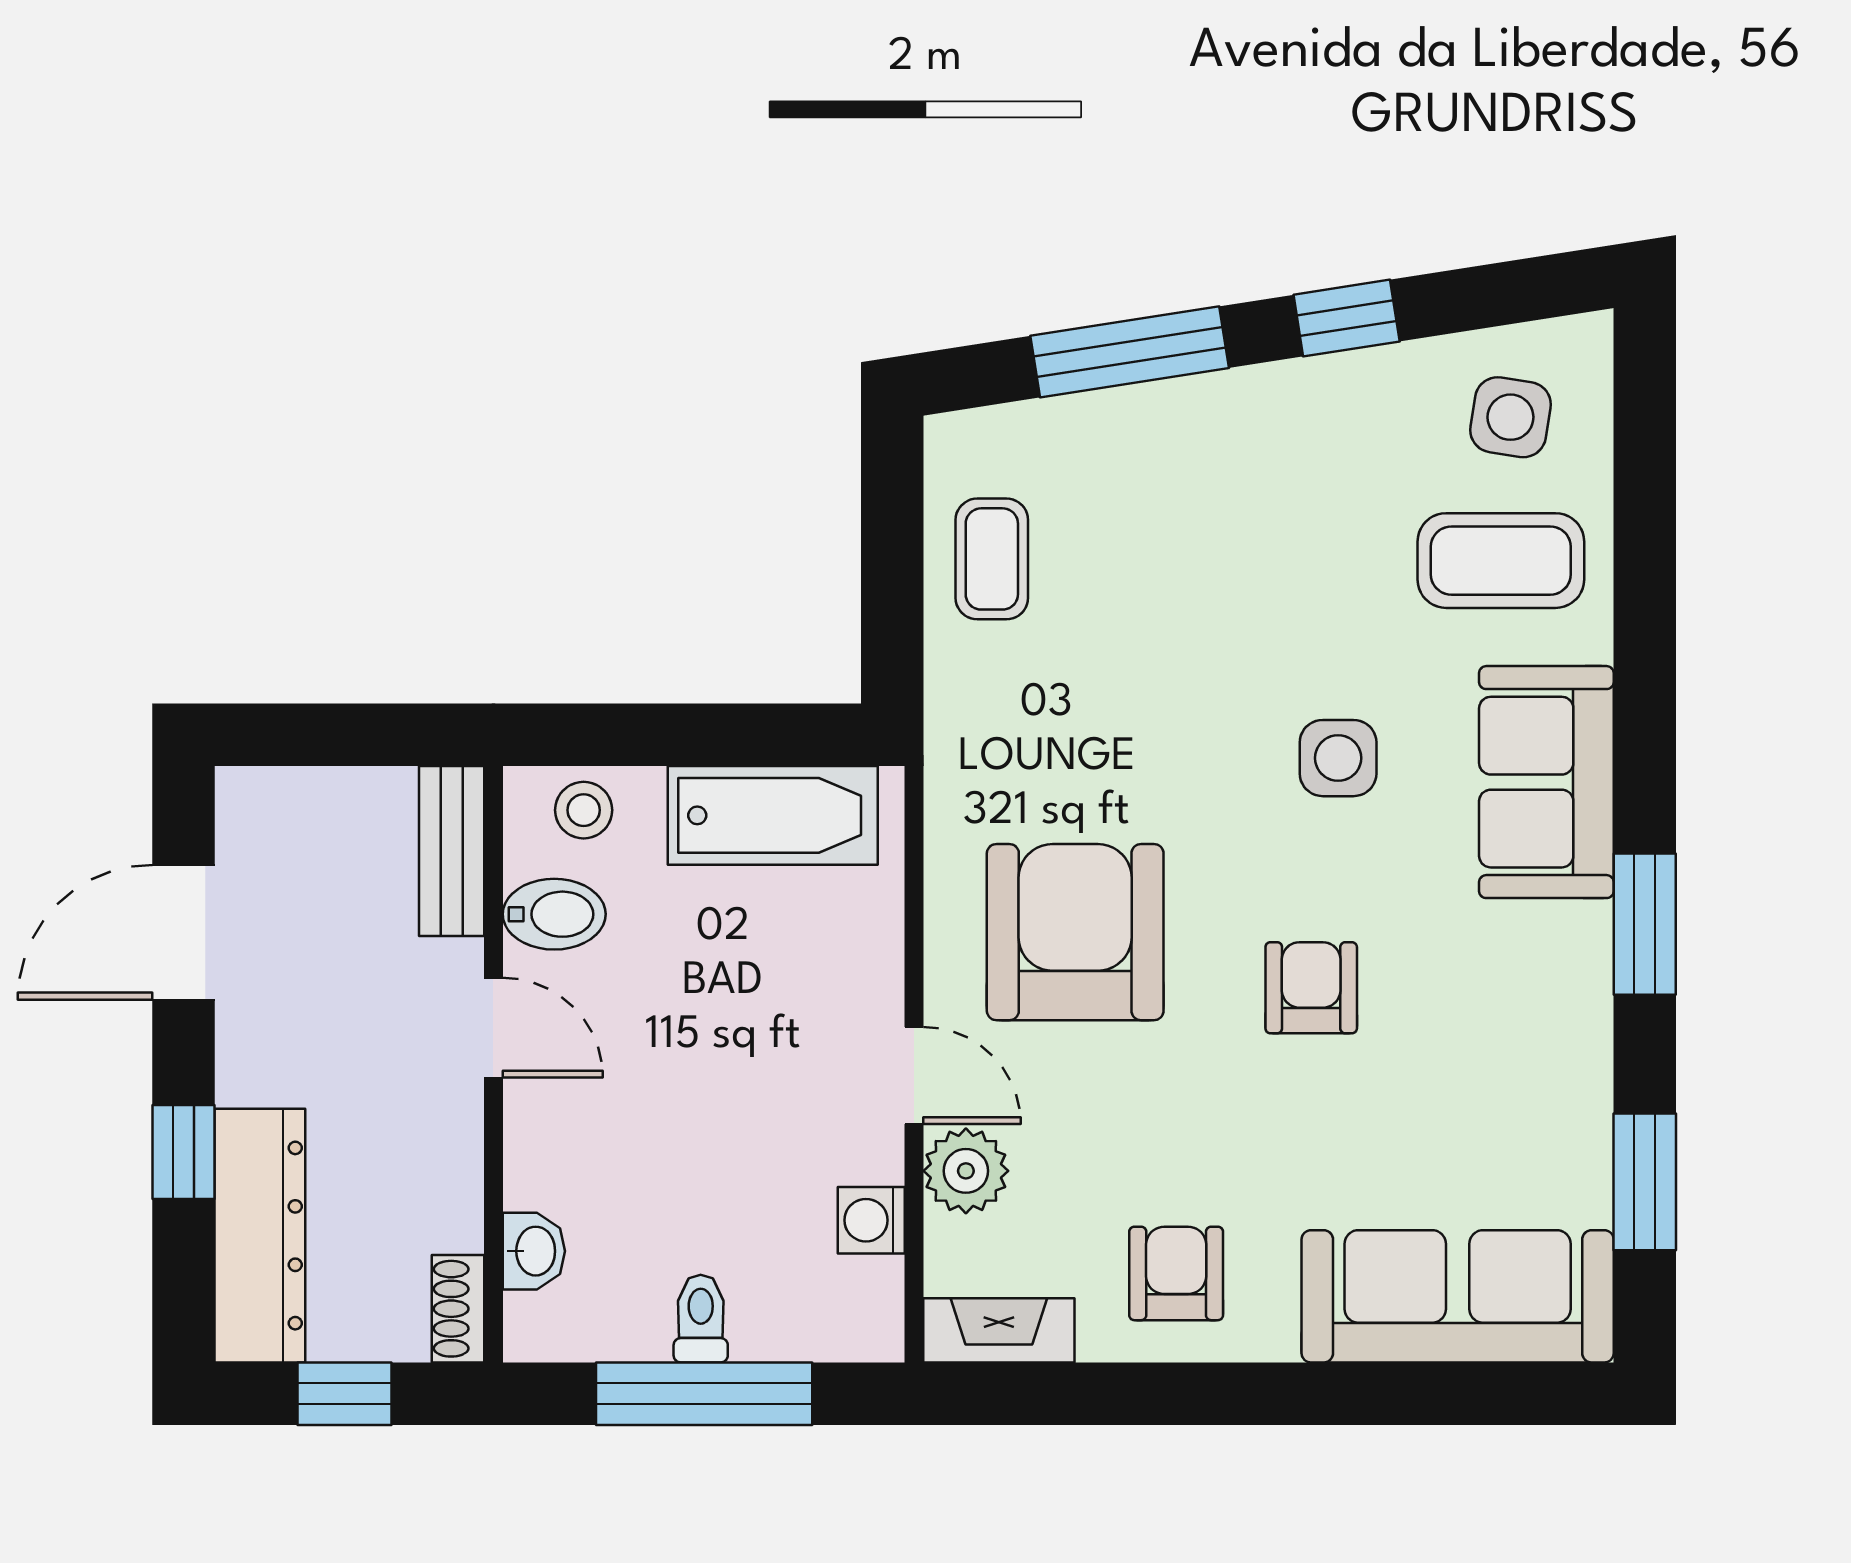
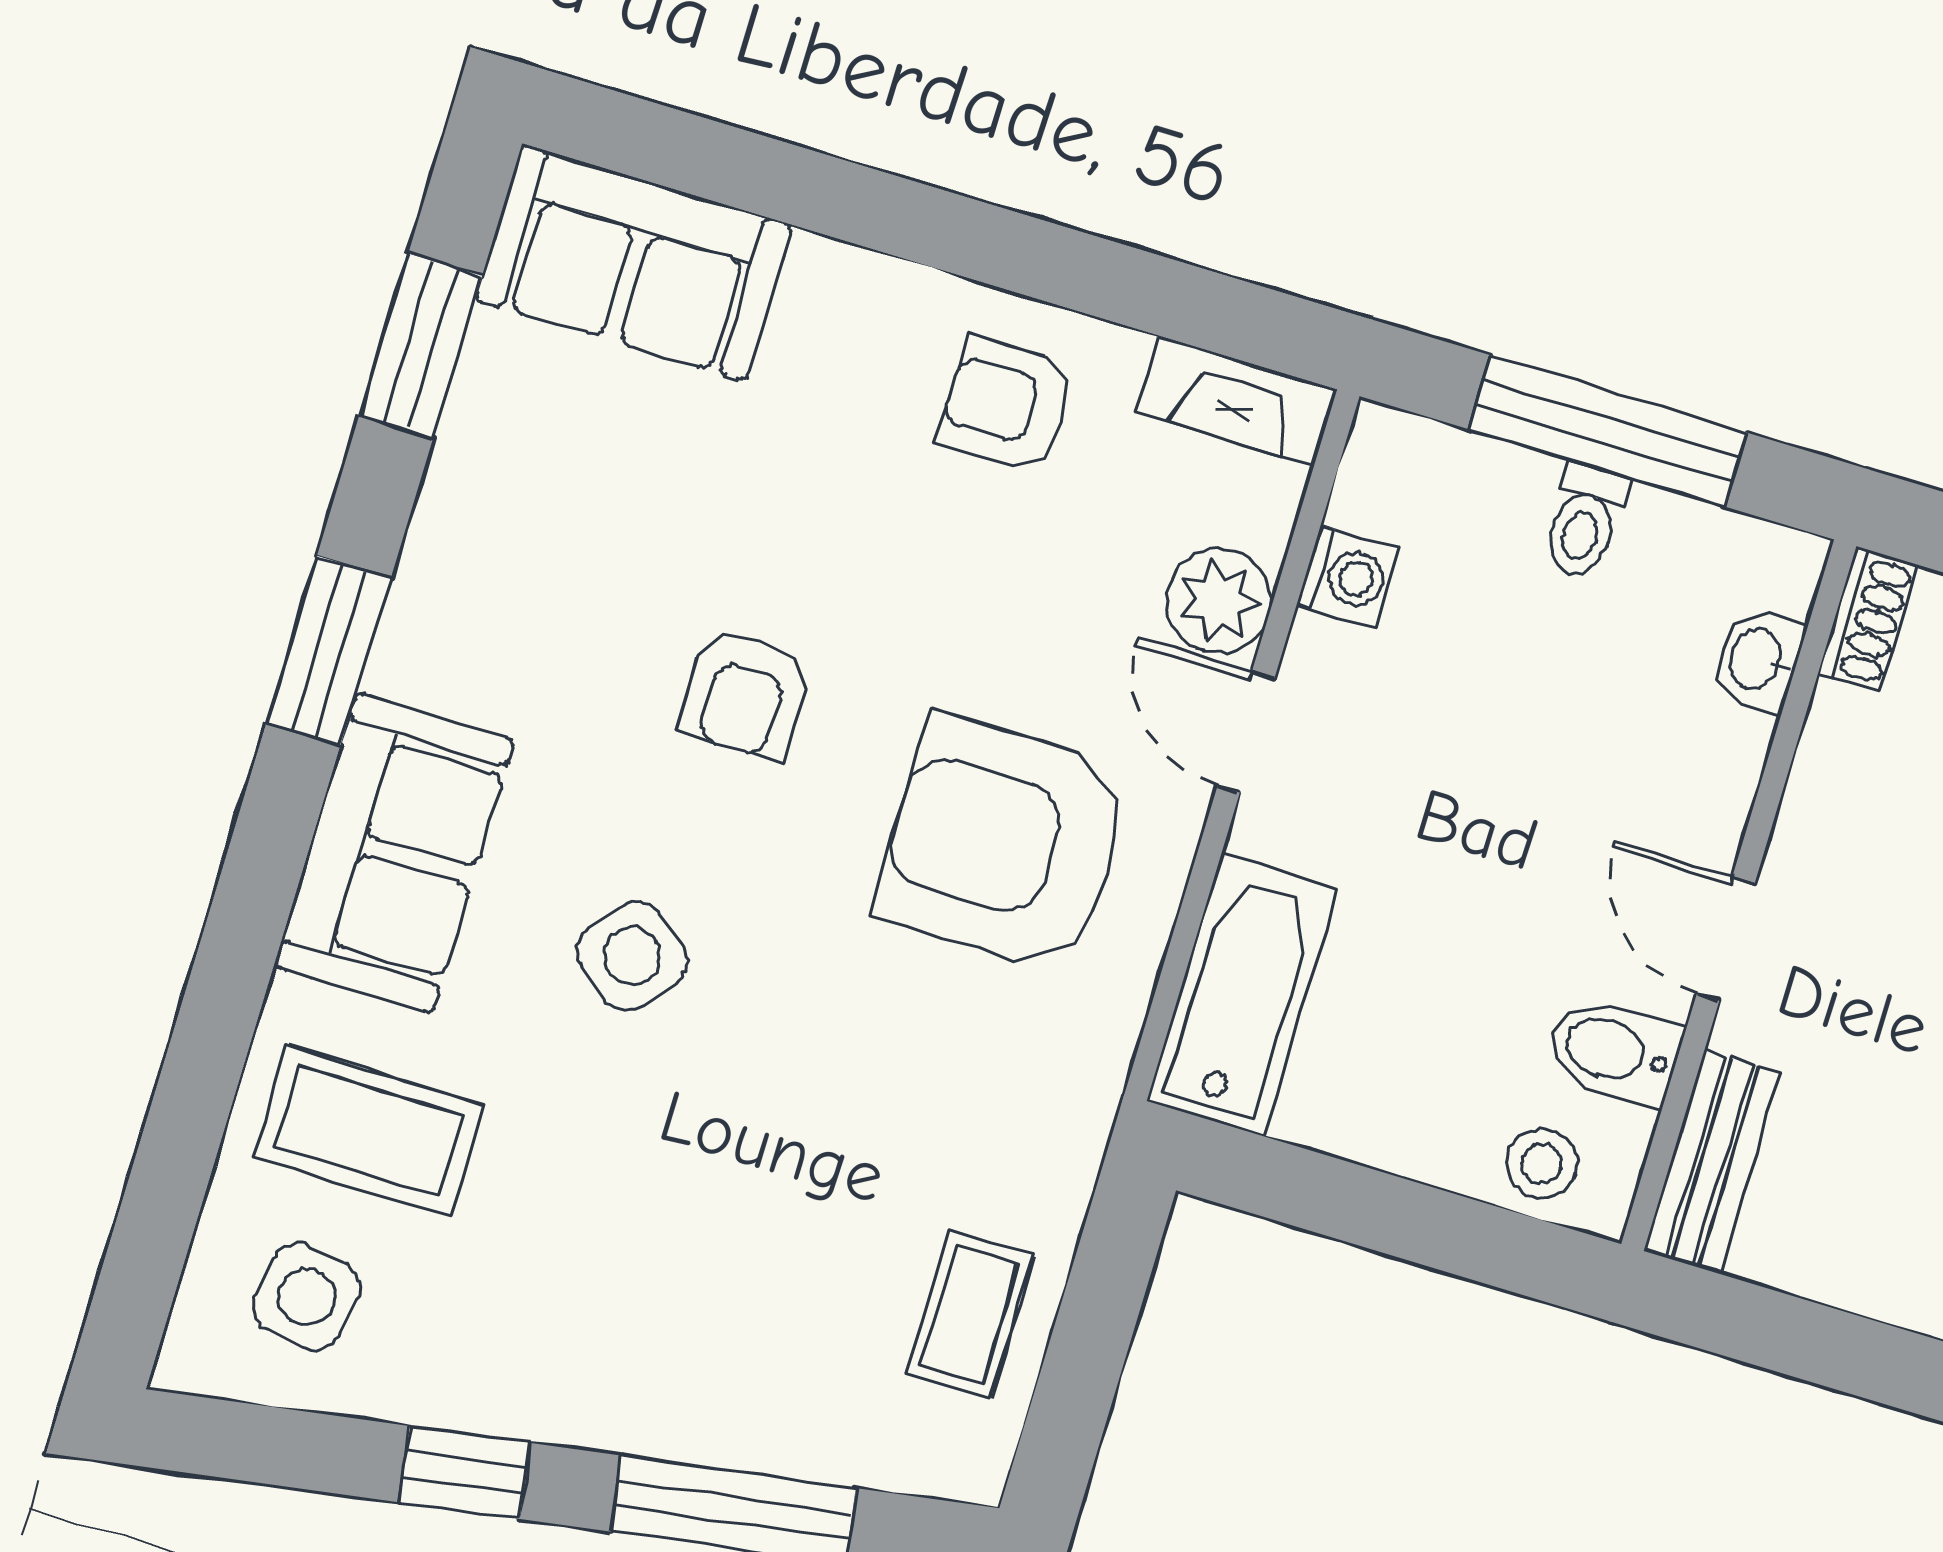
side table: (1338, 758) -> (632, 956), turned 38
bathtub: (773, 815) -> (1242, 995), moved, turned 90
armchair: (1075, 932) -> (1004, 844), turned 90
armchair: (1176, 1273) -> (1007, 405), turned 90
sofa: (1458, 1296) -> (634, 262), width x0.73

